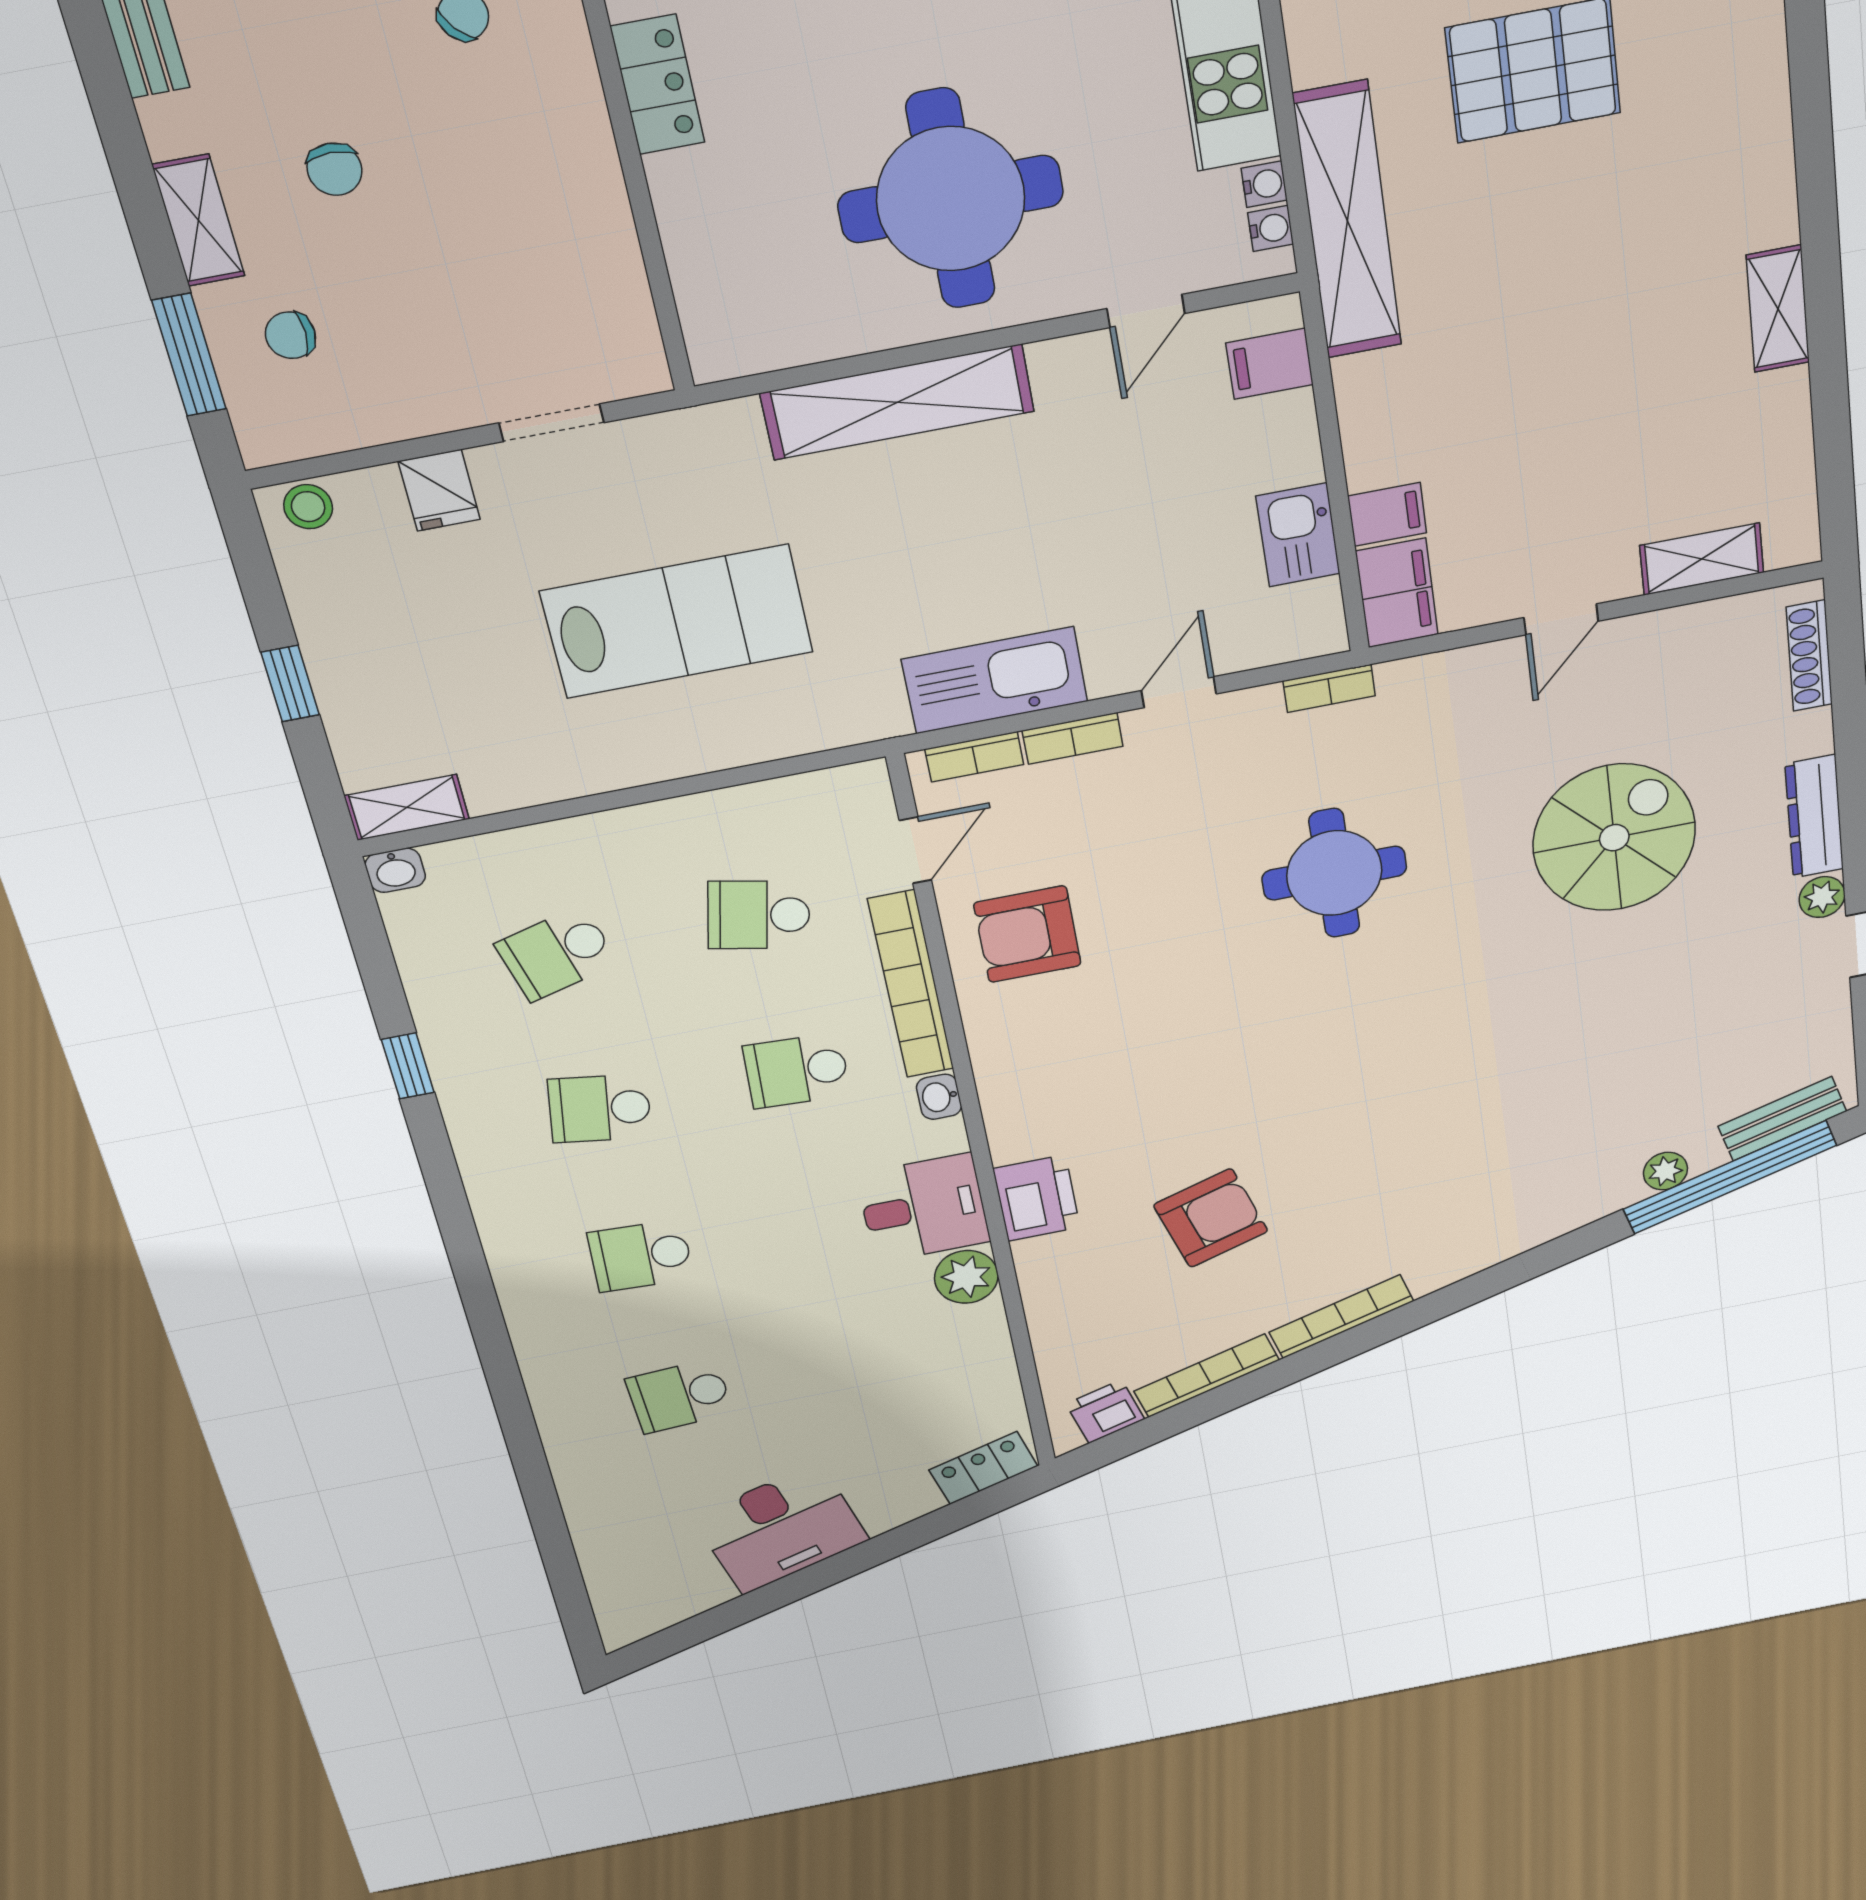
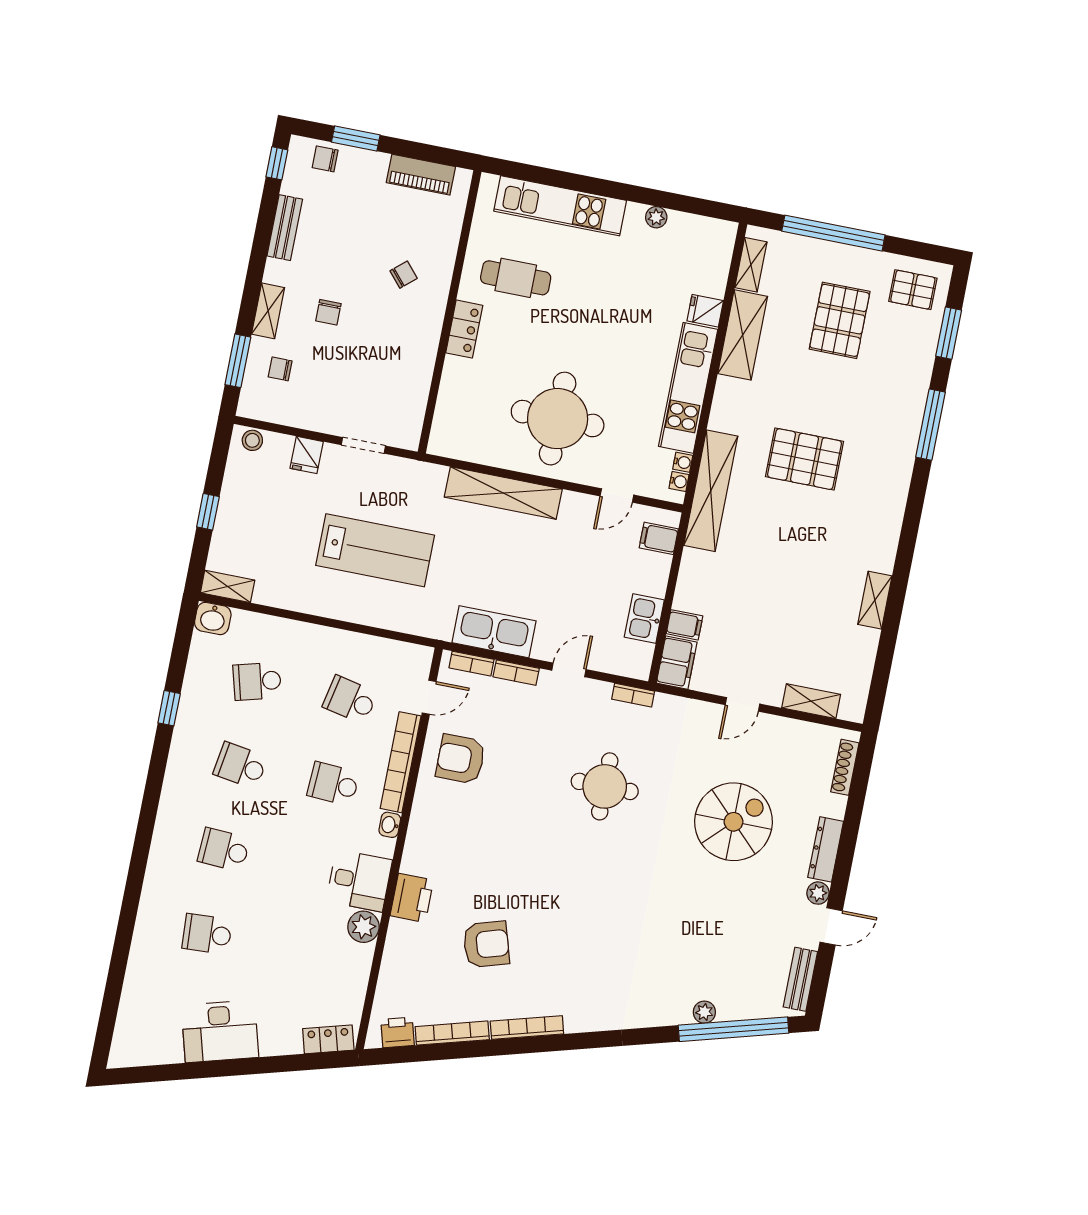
washbasin: (395, 870) -> (213, 619), width x1.38, depth x1.45
bench: (1782, 1119) -> (800, 979), moved, turned -74

